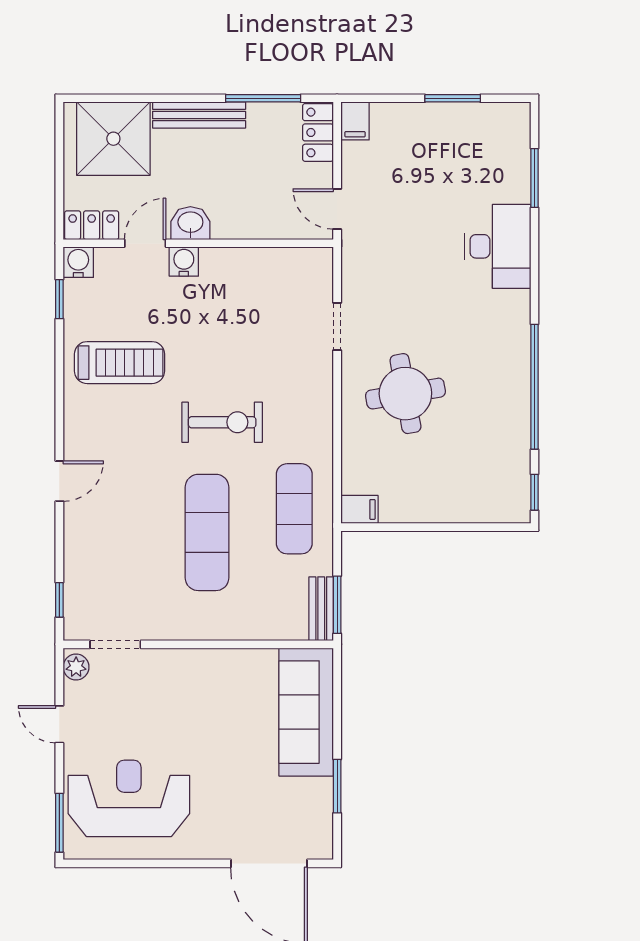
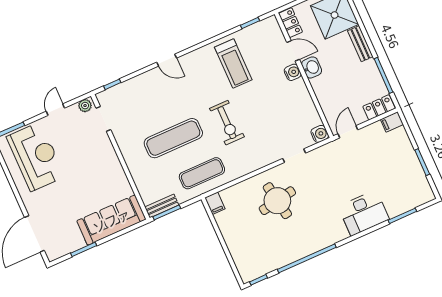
bench: (199, 115) -> (360, 44), width x0.73
water cooler: (78, 262) -> (320, 134), moved

